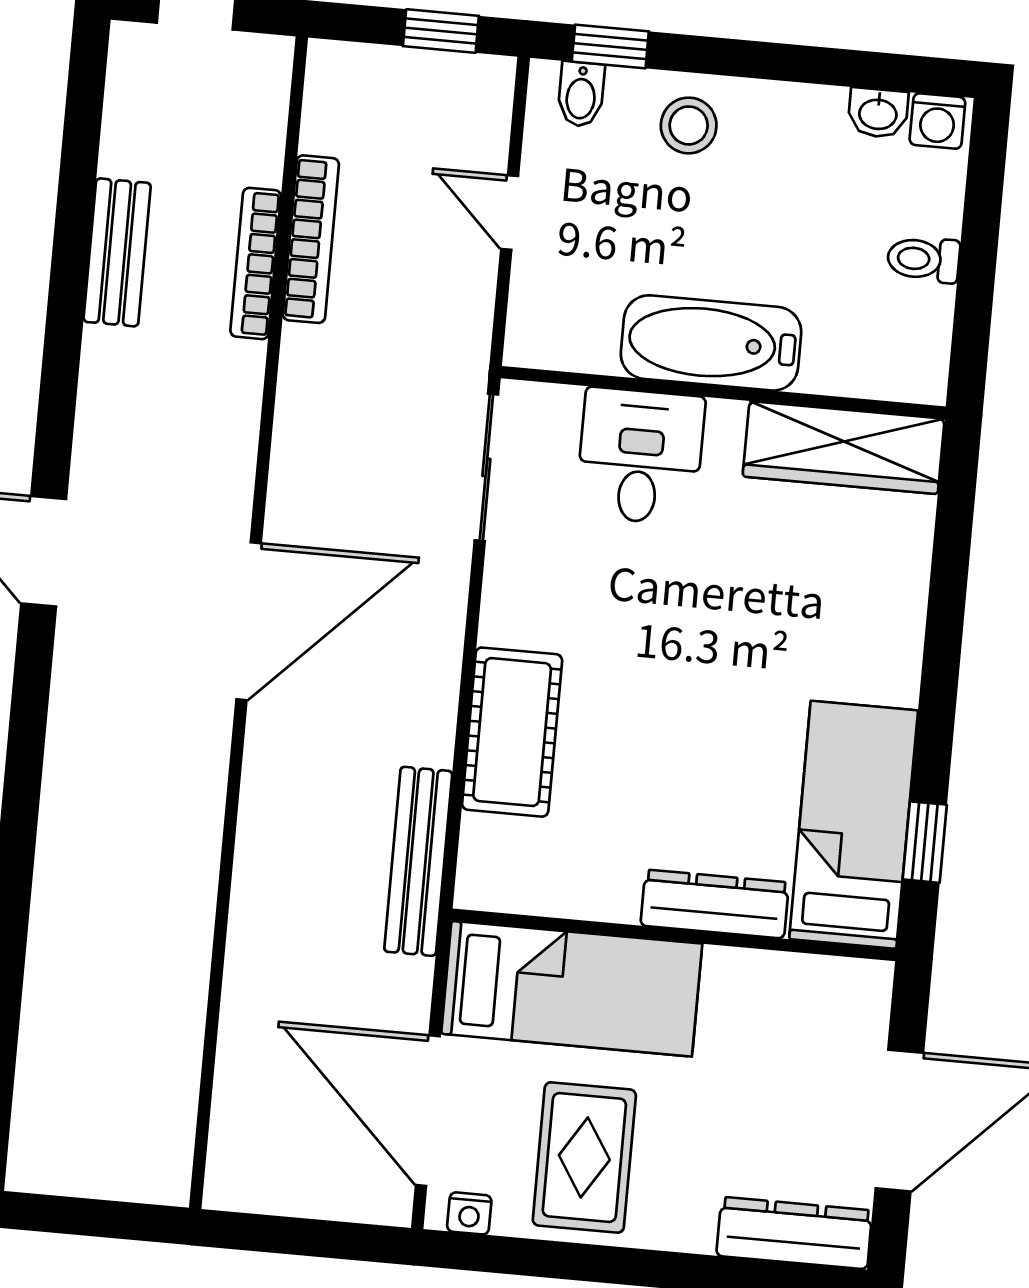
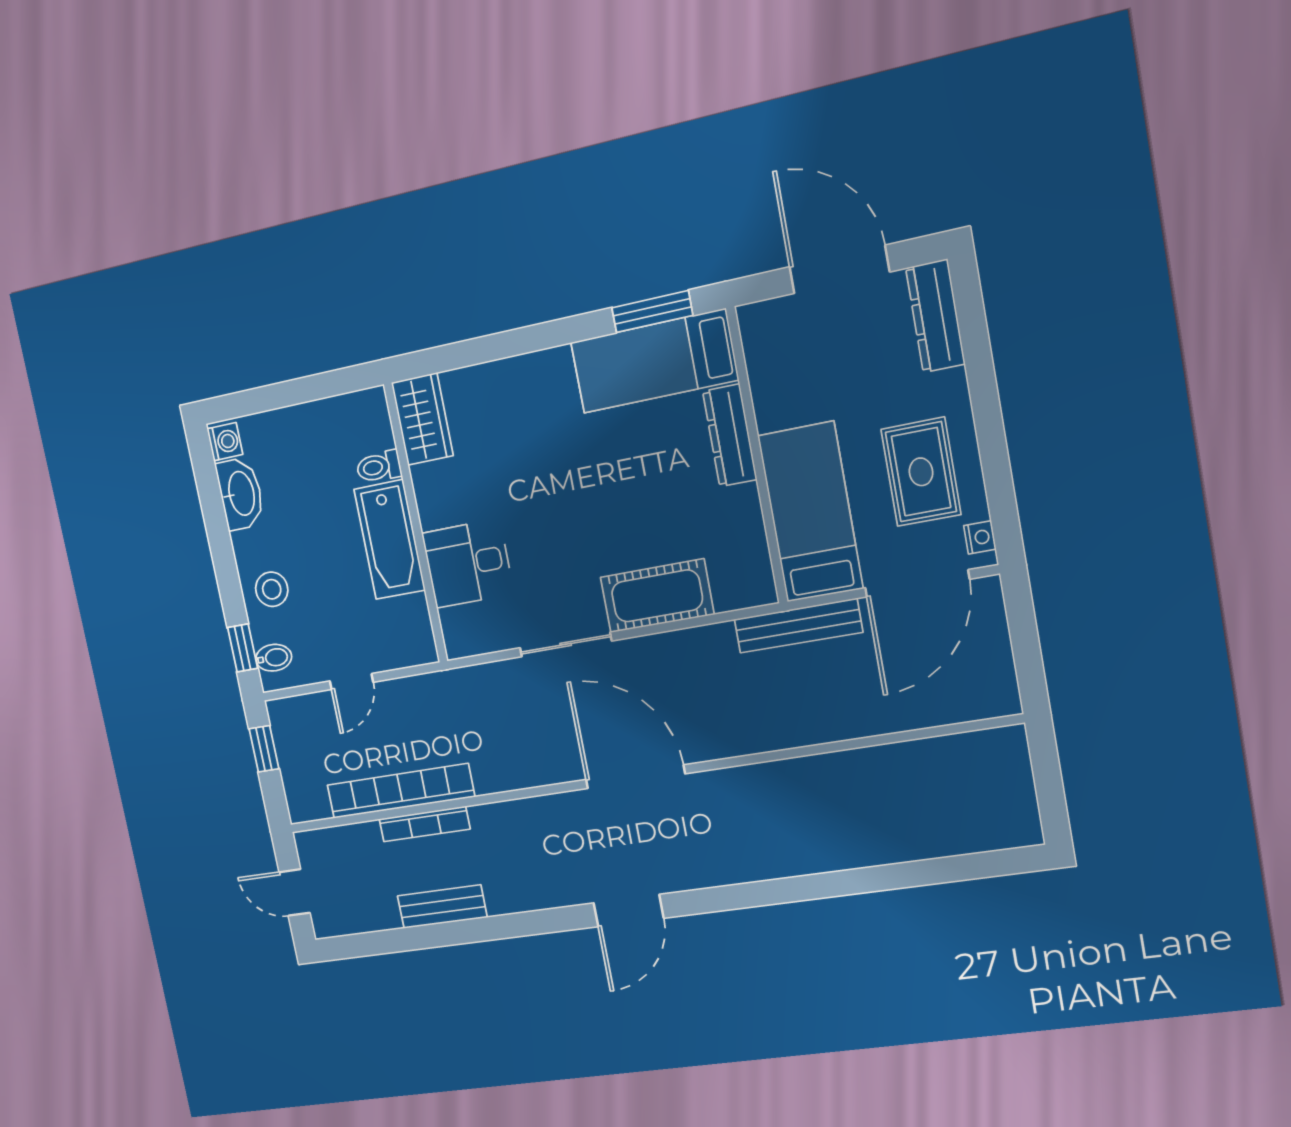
washbasin: (878, 113) -> (240, 494), width x1.91, depth x1.45
bookcase: (311, 239) -> (400, 791), width x1.48, depth x1.31
toilet: (923, 259) -> (379, 467), moved, turned 90
wardrobe: (844, 448) -> (422, 419), width x0.67
sliding door: (486, 467) -> (566, 644), moved
window: (925, 842) -> (652, 312), width x1.50
bench: (418, 861) -> (798, 626), moved
rug: (584, 1157) -> (921, 472), turned 90

